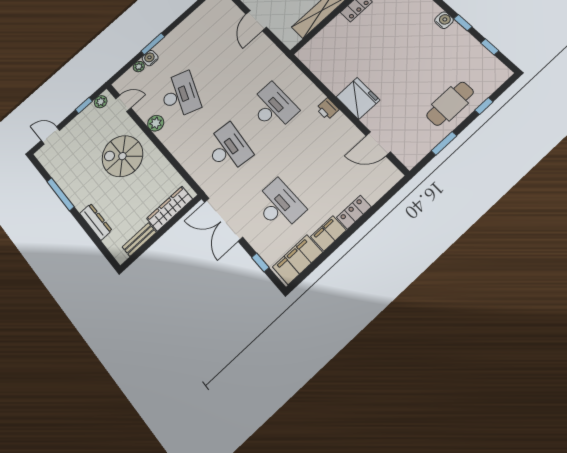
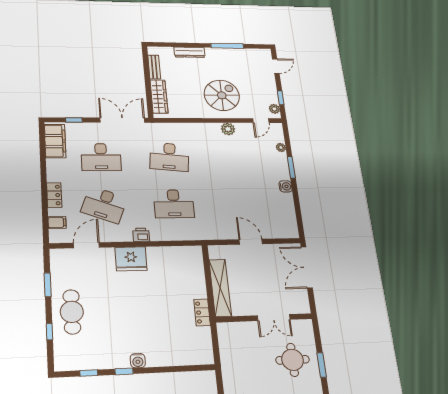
water cooler: (150, 58) -> (286, 186), moved
desk: (180, 95) -> (104, 205), moved
filing cabinet: (328, 233) -> (57, 222), moved, width x0.50

